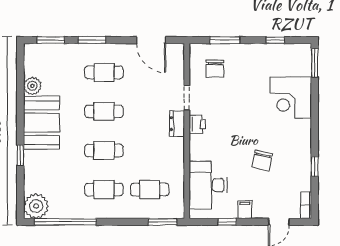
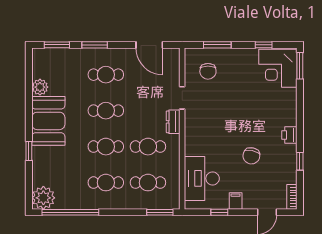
corner desk: (291, 98) -> (278, 68), moved
printer: (197, 124) -> (289, 135), moved, turned 180
cafe table: (150, 150) -> (148, 147), added

